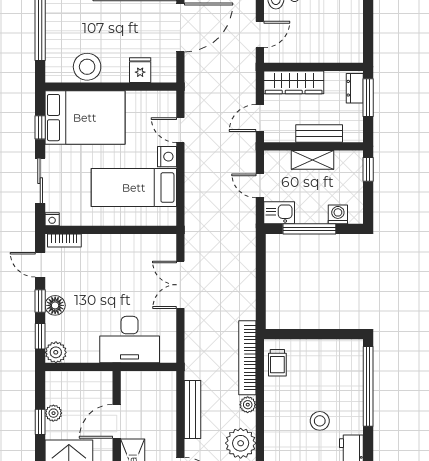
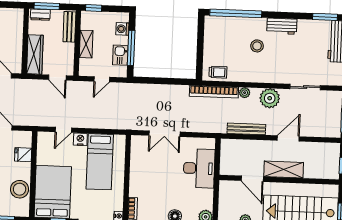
bench: (319, 133) -> (69, 27), moved
kitchen sink: (279, 213) -> (120, 55), moved

